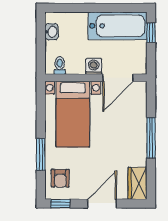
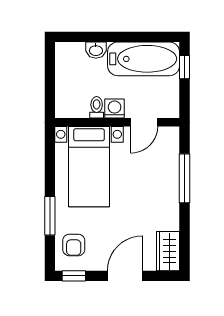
washbasin: (52, 32) -> (96, 50), moved, turned 90
toilet: (60, 66) -> (97, 107), moved
door: (118, 78) -> (144, 122), width x0.73
window: (151, 138) -> (184, 178), moved

